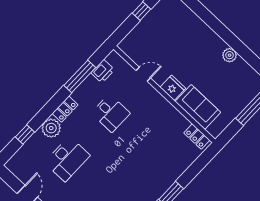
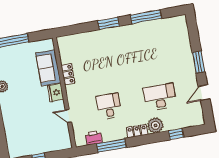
locker: (197, 136) -> (68, 74), moved

